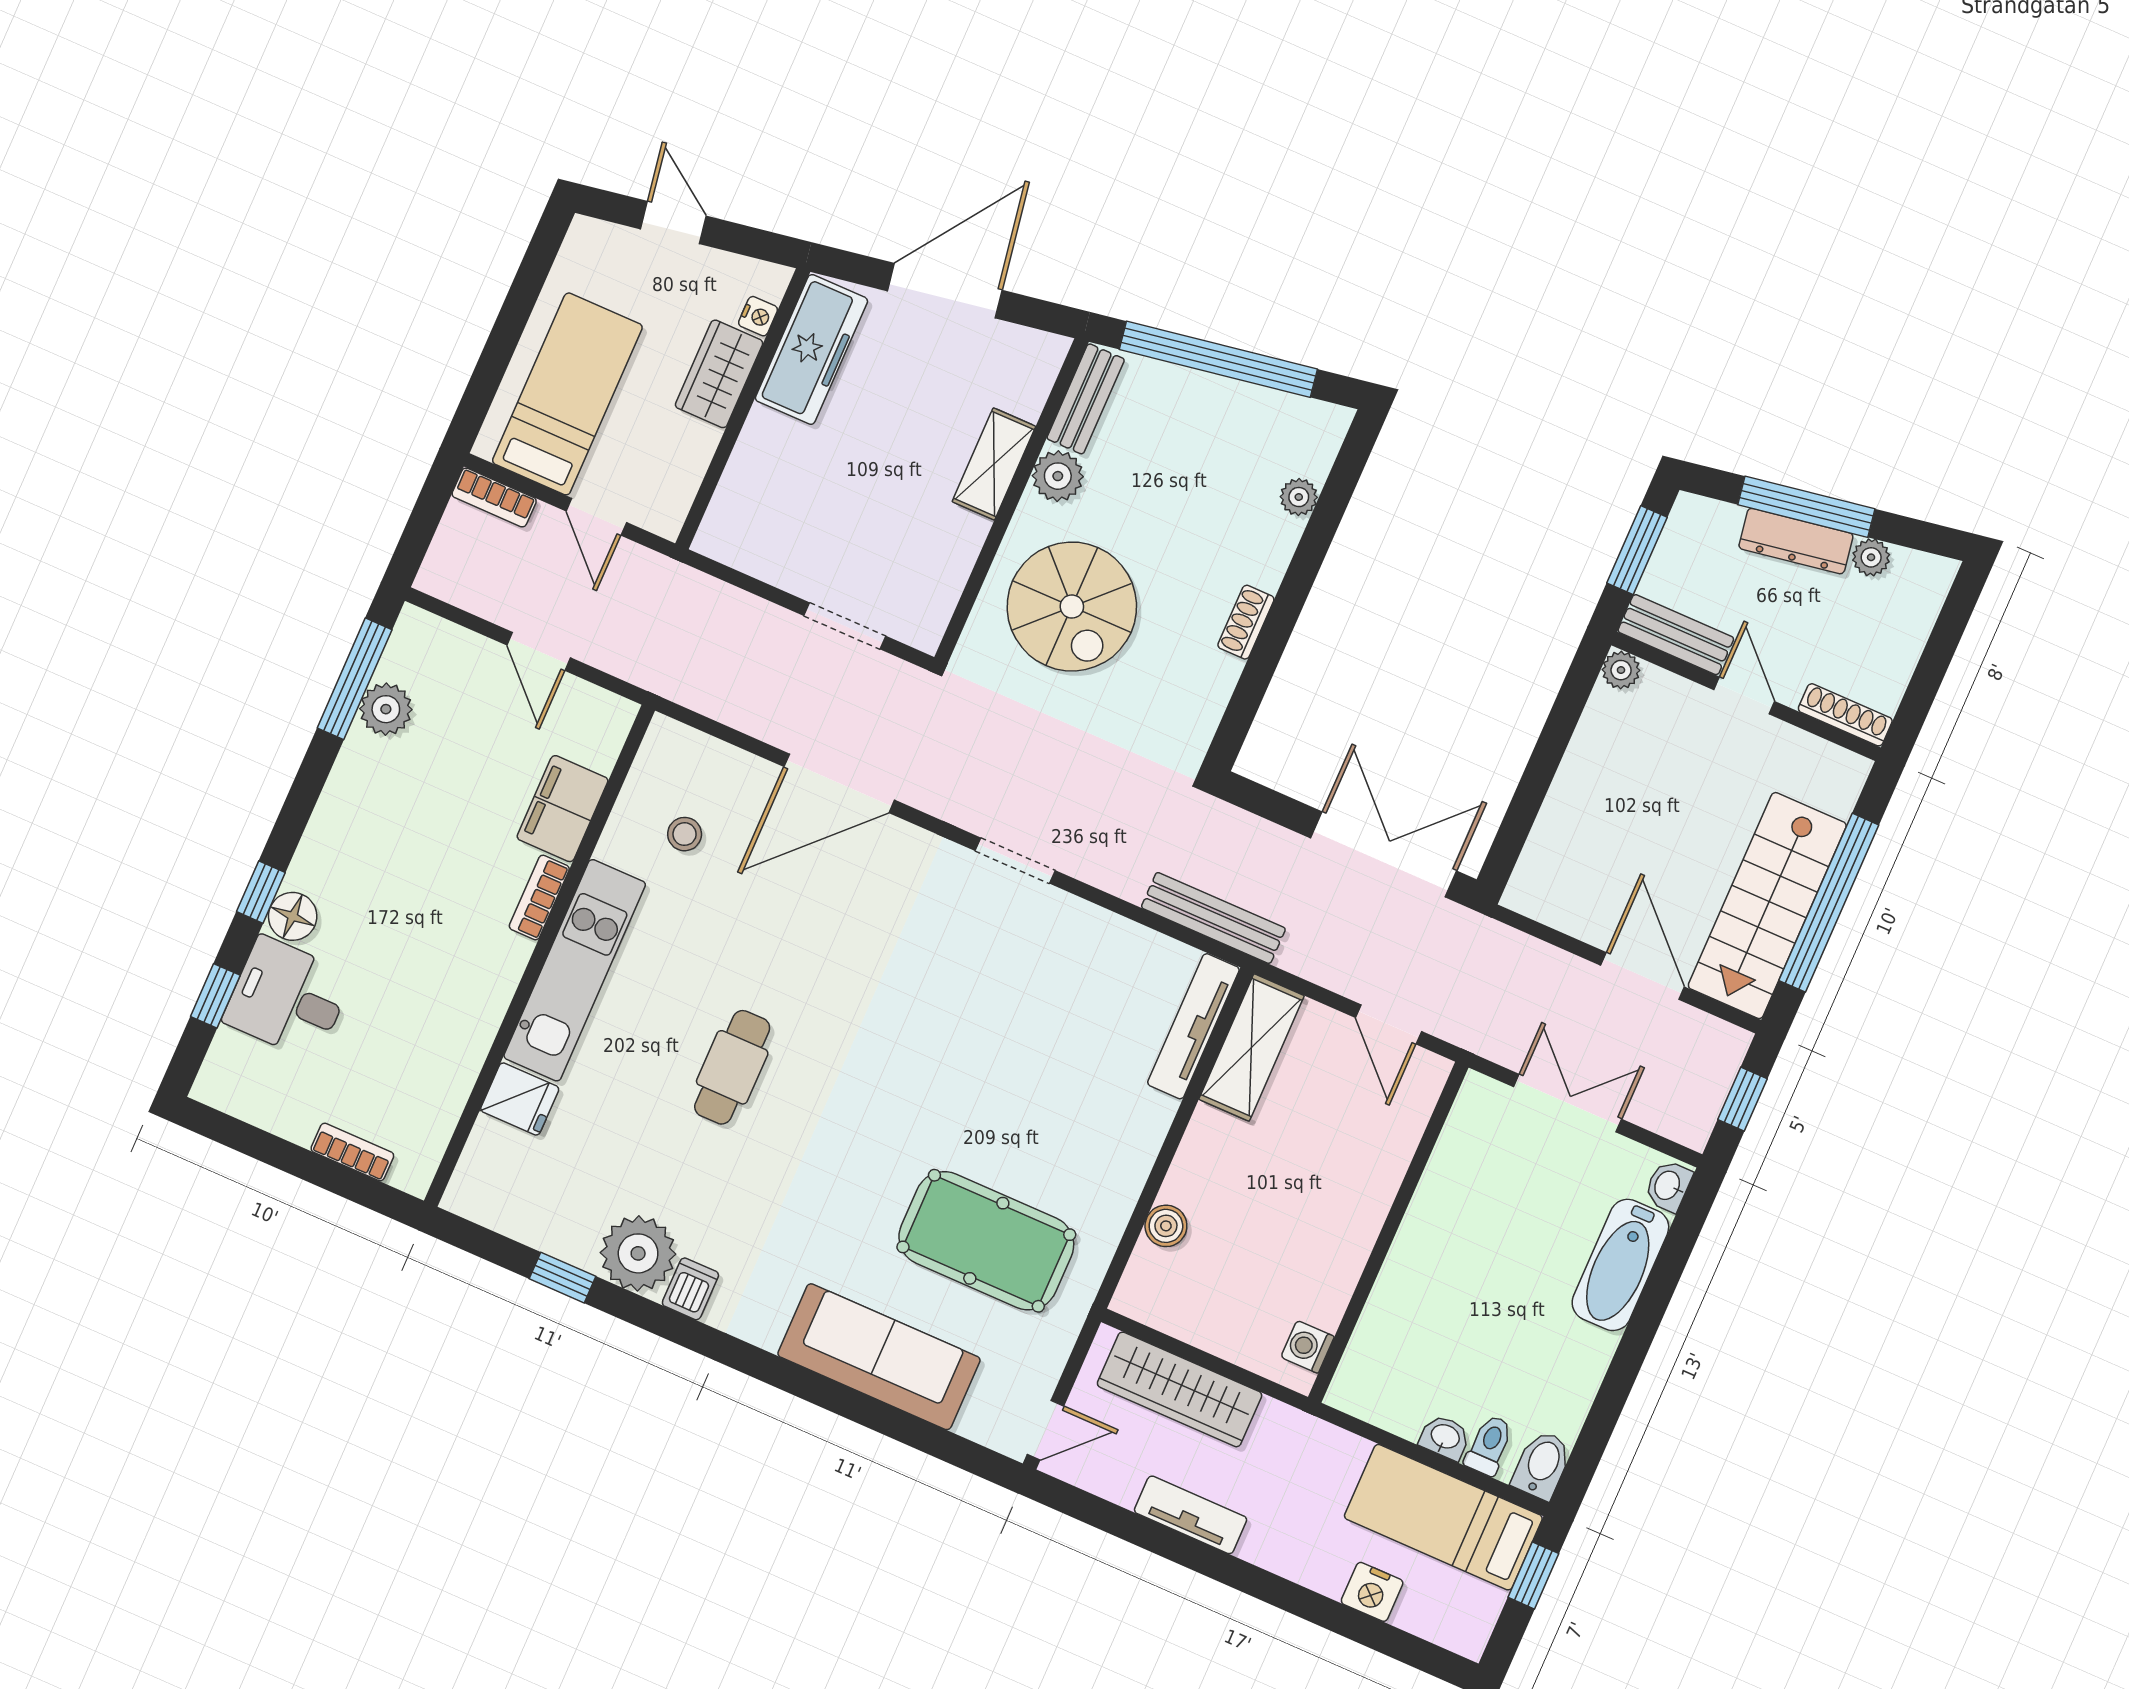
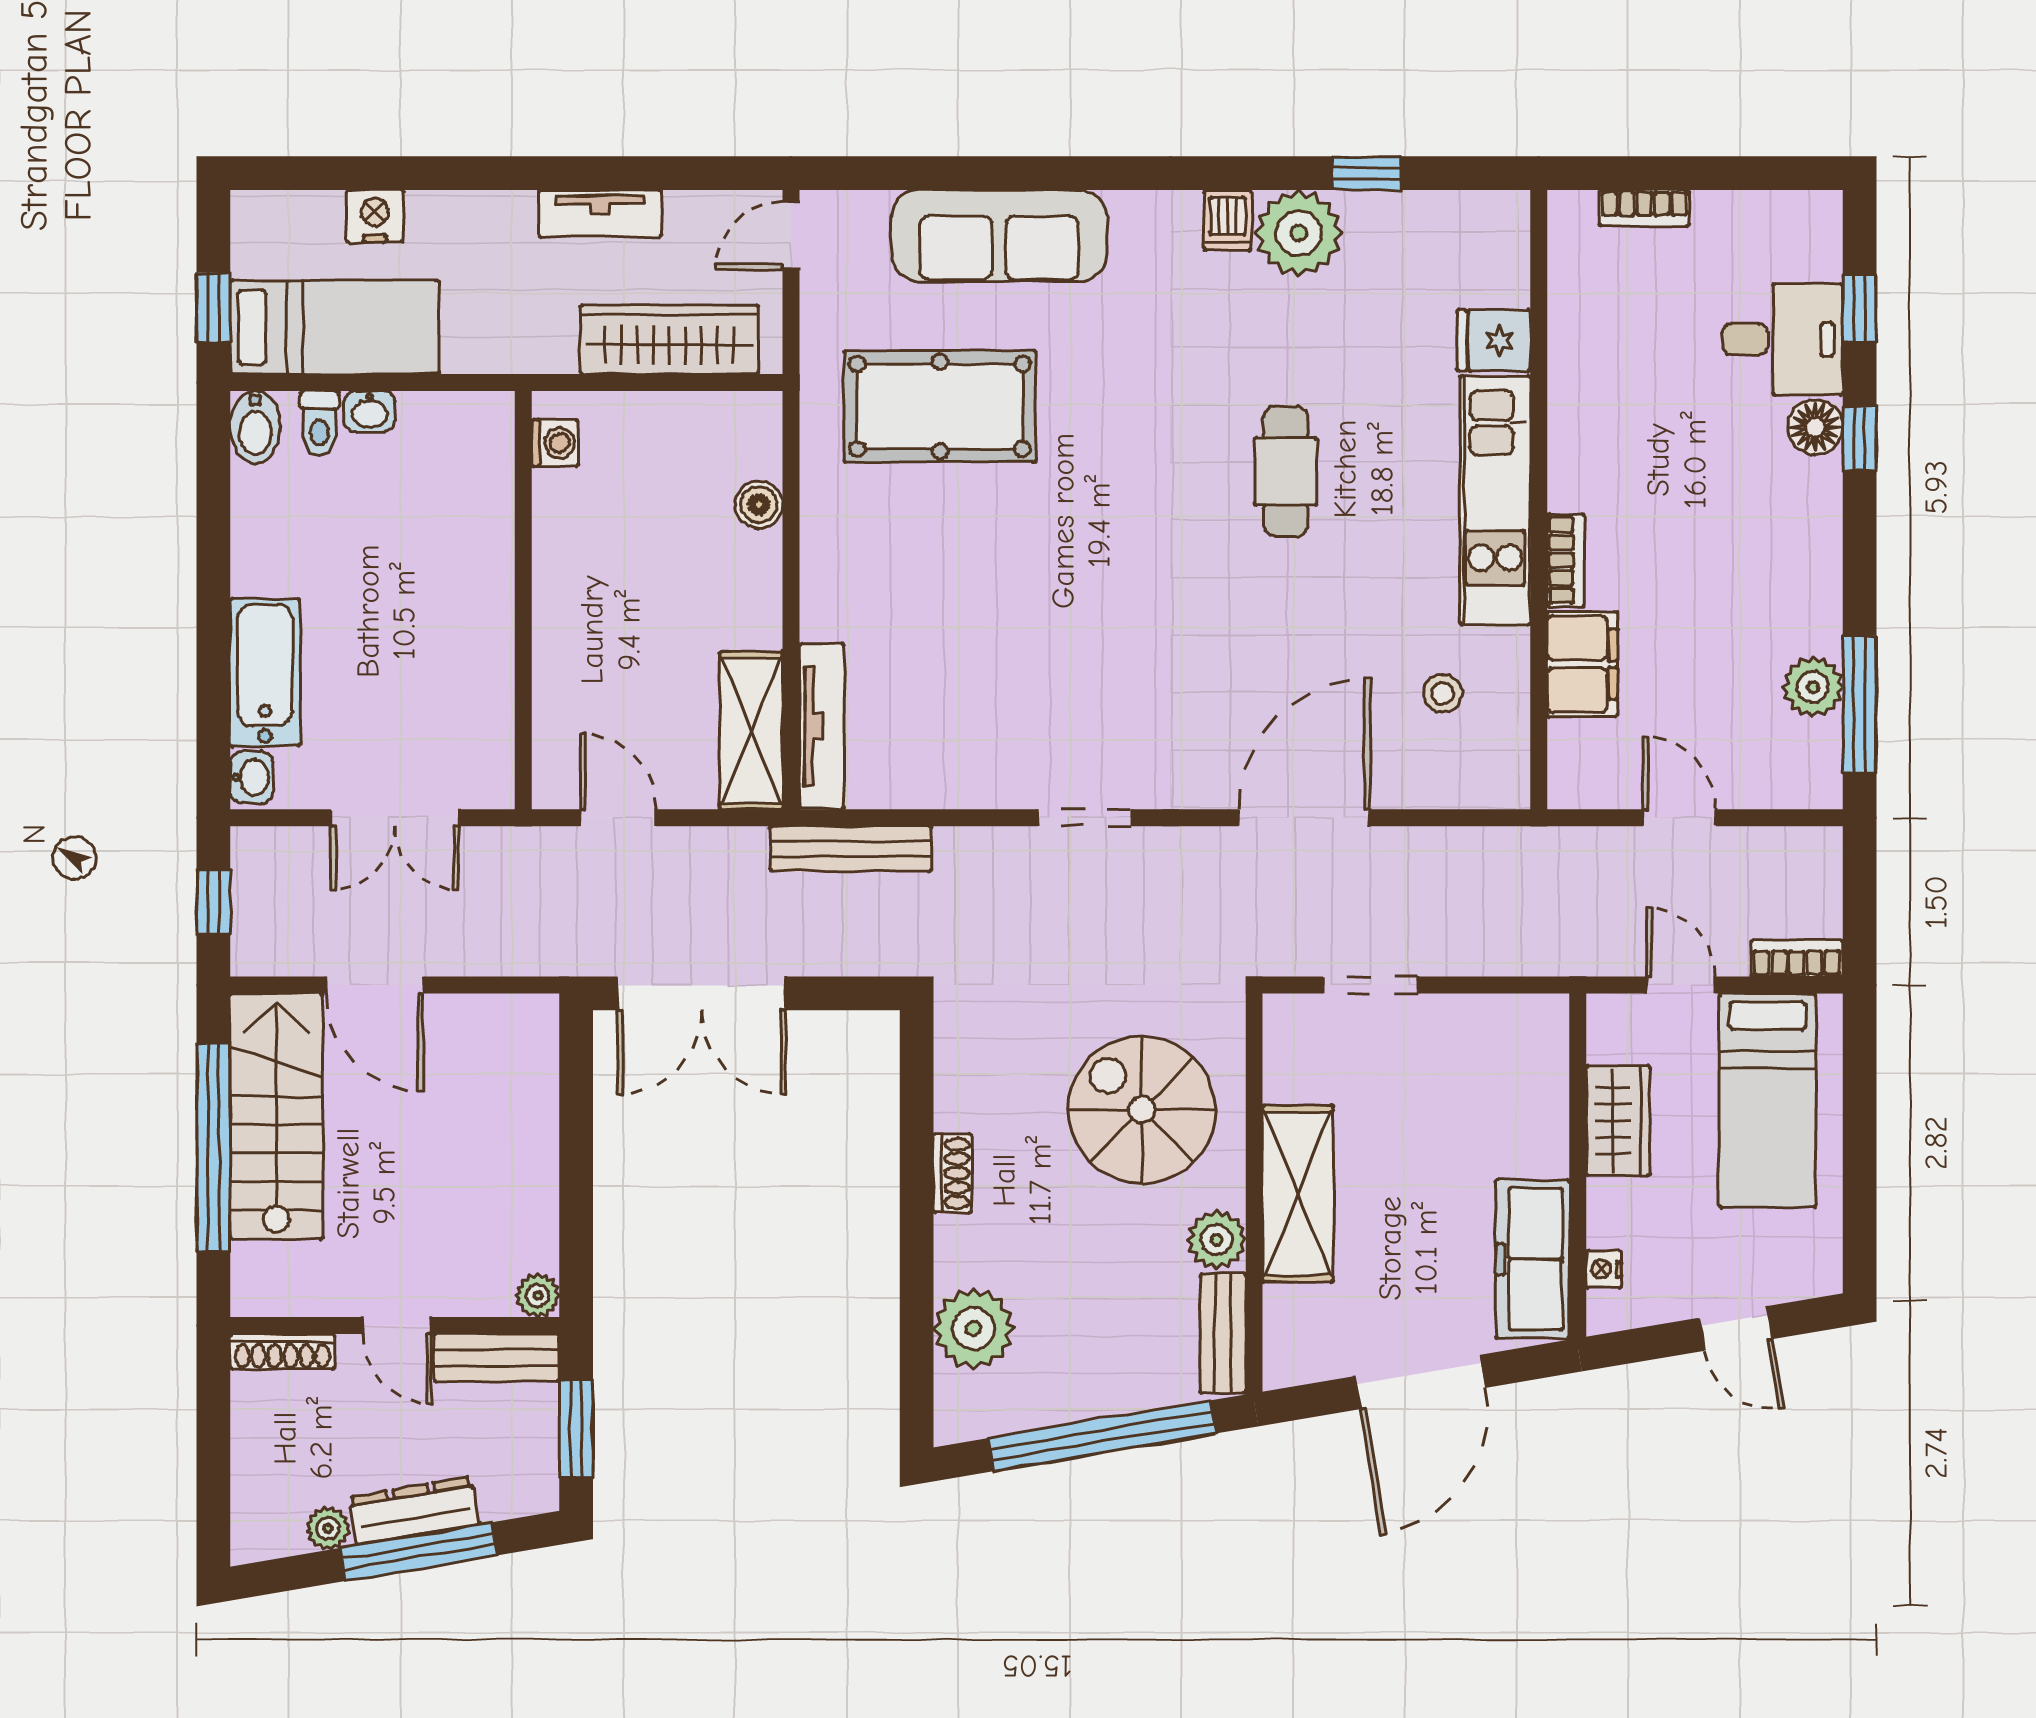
wardrobe: (719, 374) -> (1618, 1121), moved
shelving: (994, 464) -> (1298, 1194), width x1.50, depth x1.33
plant: (1299, 497) -> (973, 1329), width x1.88, depth x1.88

